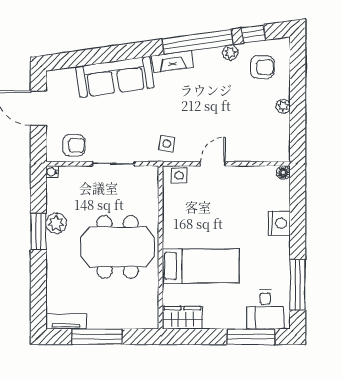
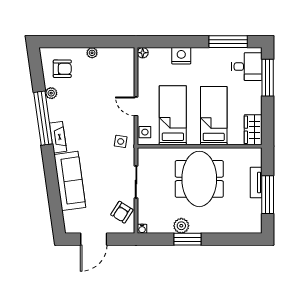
window: (253, 34) -> (37, 75), removed
armchair: (262, 67) -> (62, 69), turned 90
armchair: (74, 145) -> (122, 212), turned -148
bed: (201, 212) -> (173, 115), added
tv unit: (66, 322) -> (256, 182), moved

